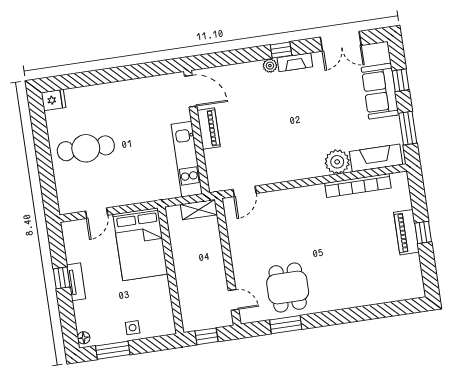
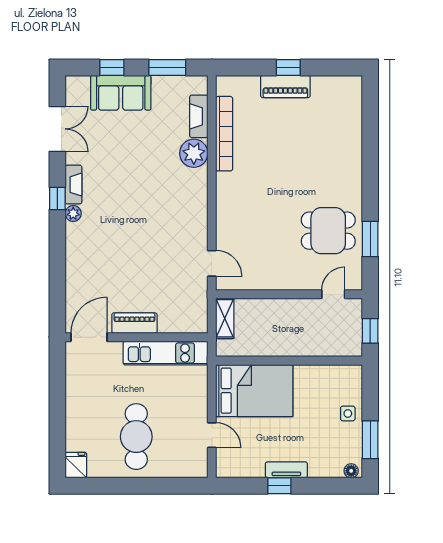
door: (191, 91) -> (89, 337), moved
piano: (209, 129) -> (134, 323), moved
wall: (197, 132) -> (137, 337), moved
fireplace: (376, 158) -> (199, 116), width x0.73, depth x0.76
kitchen unit: (187, 159) -> (166, 353), moved

